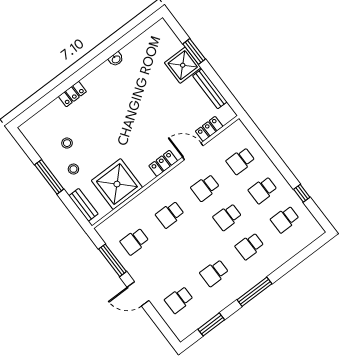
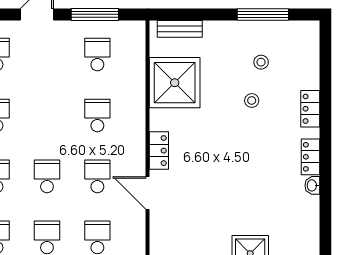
locker: (209, 129) -> (310, 157), moved, turned 180
door: (193, 151) -> (147, 193), swing flipped
stool: (73, 169) -> (252, 100), moved
window: (49, 177) -> (263, 14), moved

